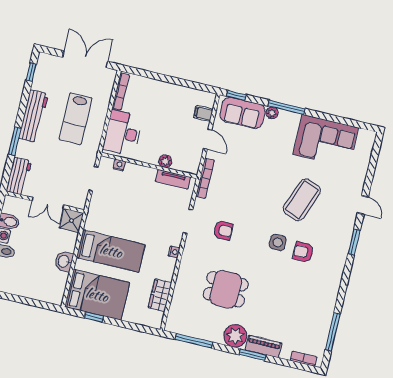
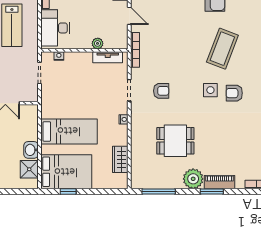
shower: (72, 221) -> (29, 169), moved

